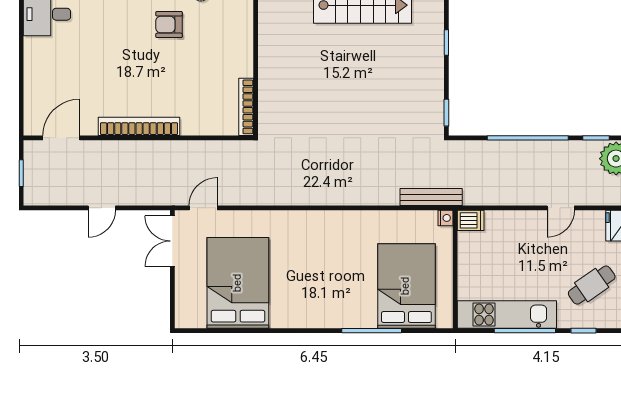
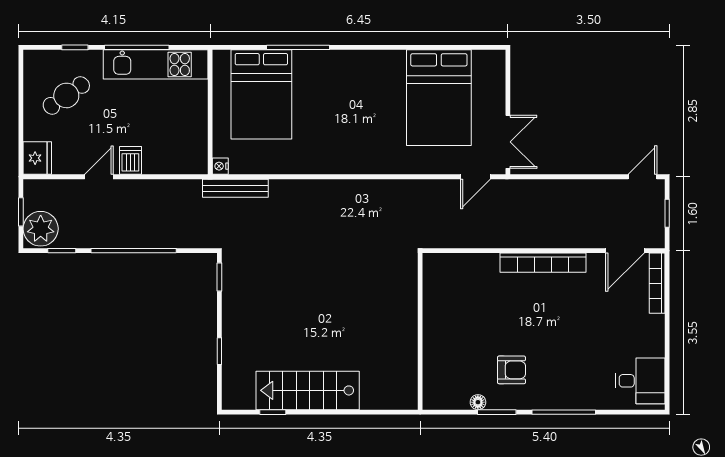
bookcase: (246, 107) -> (657, 283), moved, turned 180
door: (102, 208) -> (642, 177), moved
dishwasher: (471, 220) -> (130, 160), moved, turned 90

